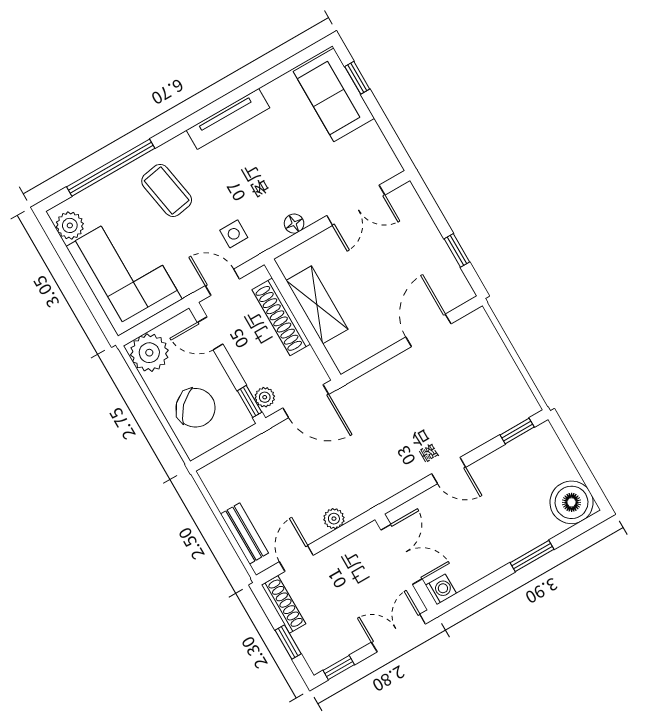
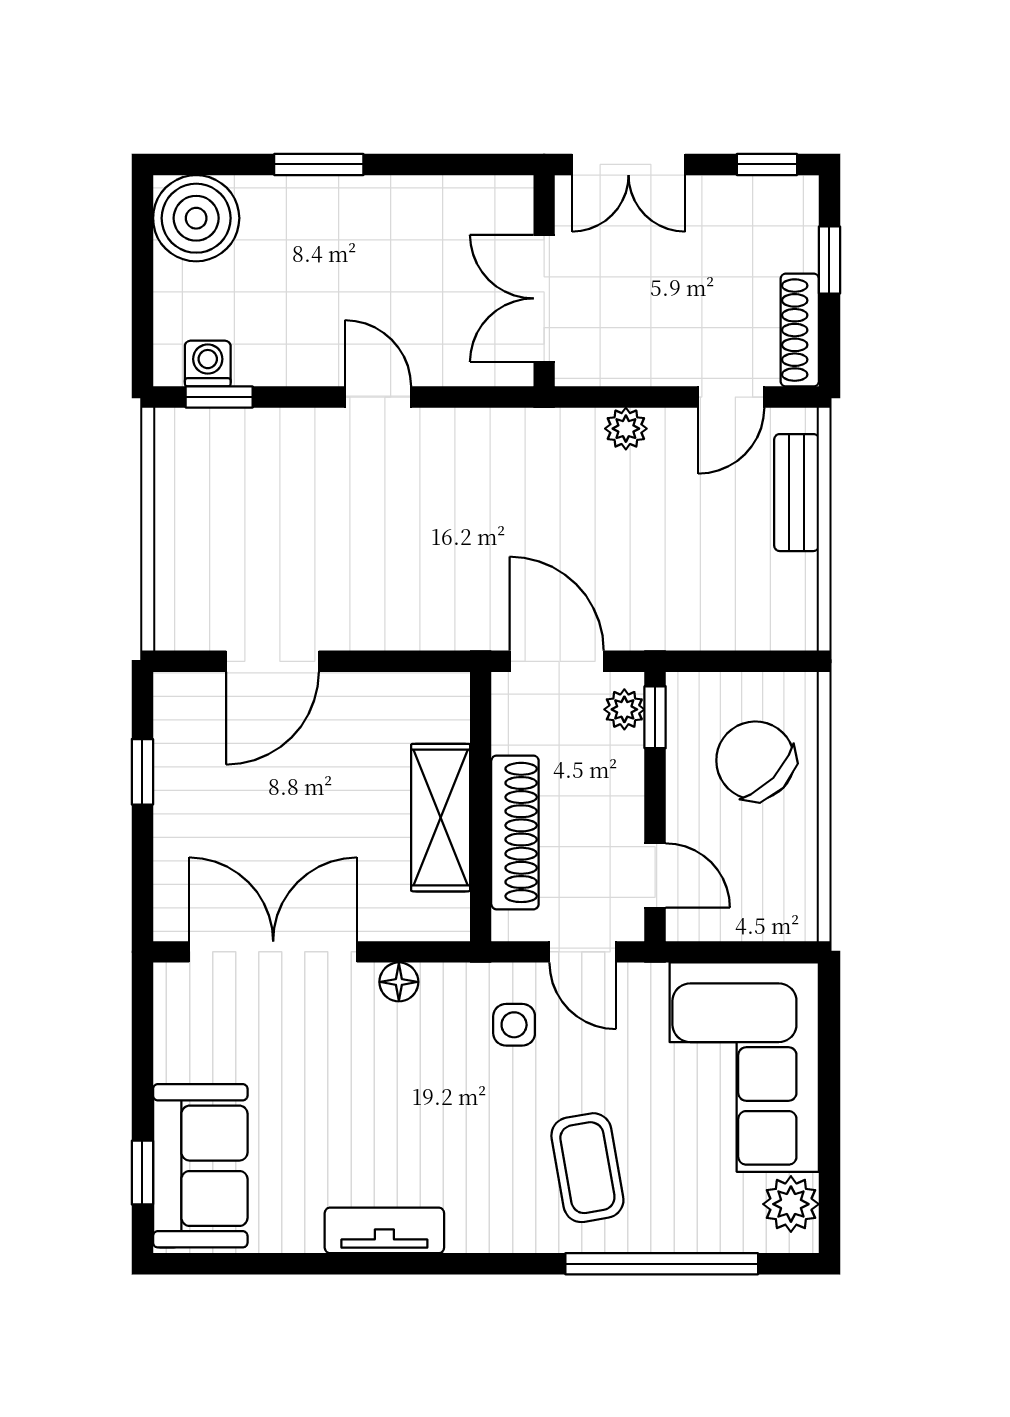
tv unit: (228, 119) -> (384, 1230), width x0.71
double door: (356, 205) -> (273, 952), width x1.37
plant: (149, 353) -> (780, 903), removed
washing machine: (441, 589) -> (208, 364), moved, turned 90

